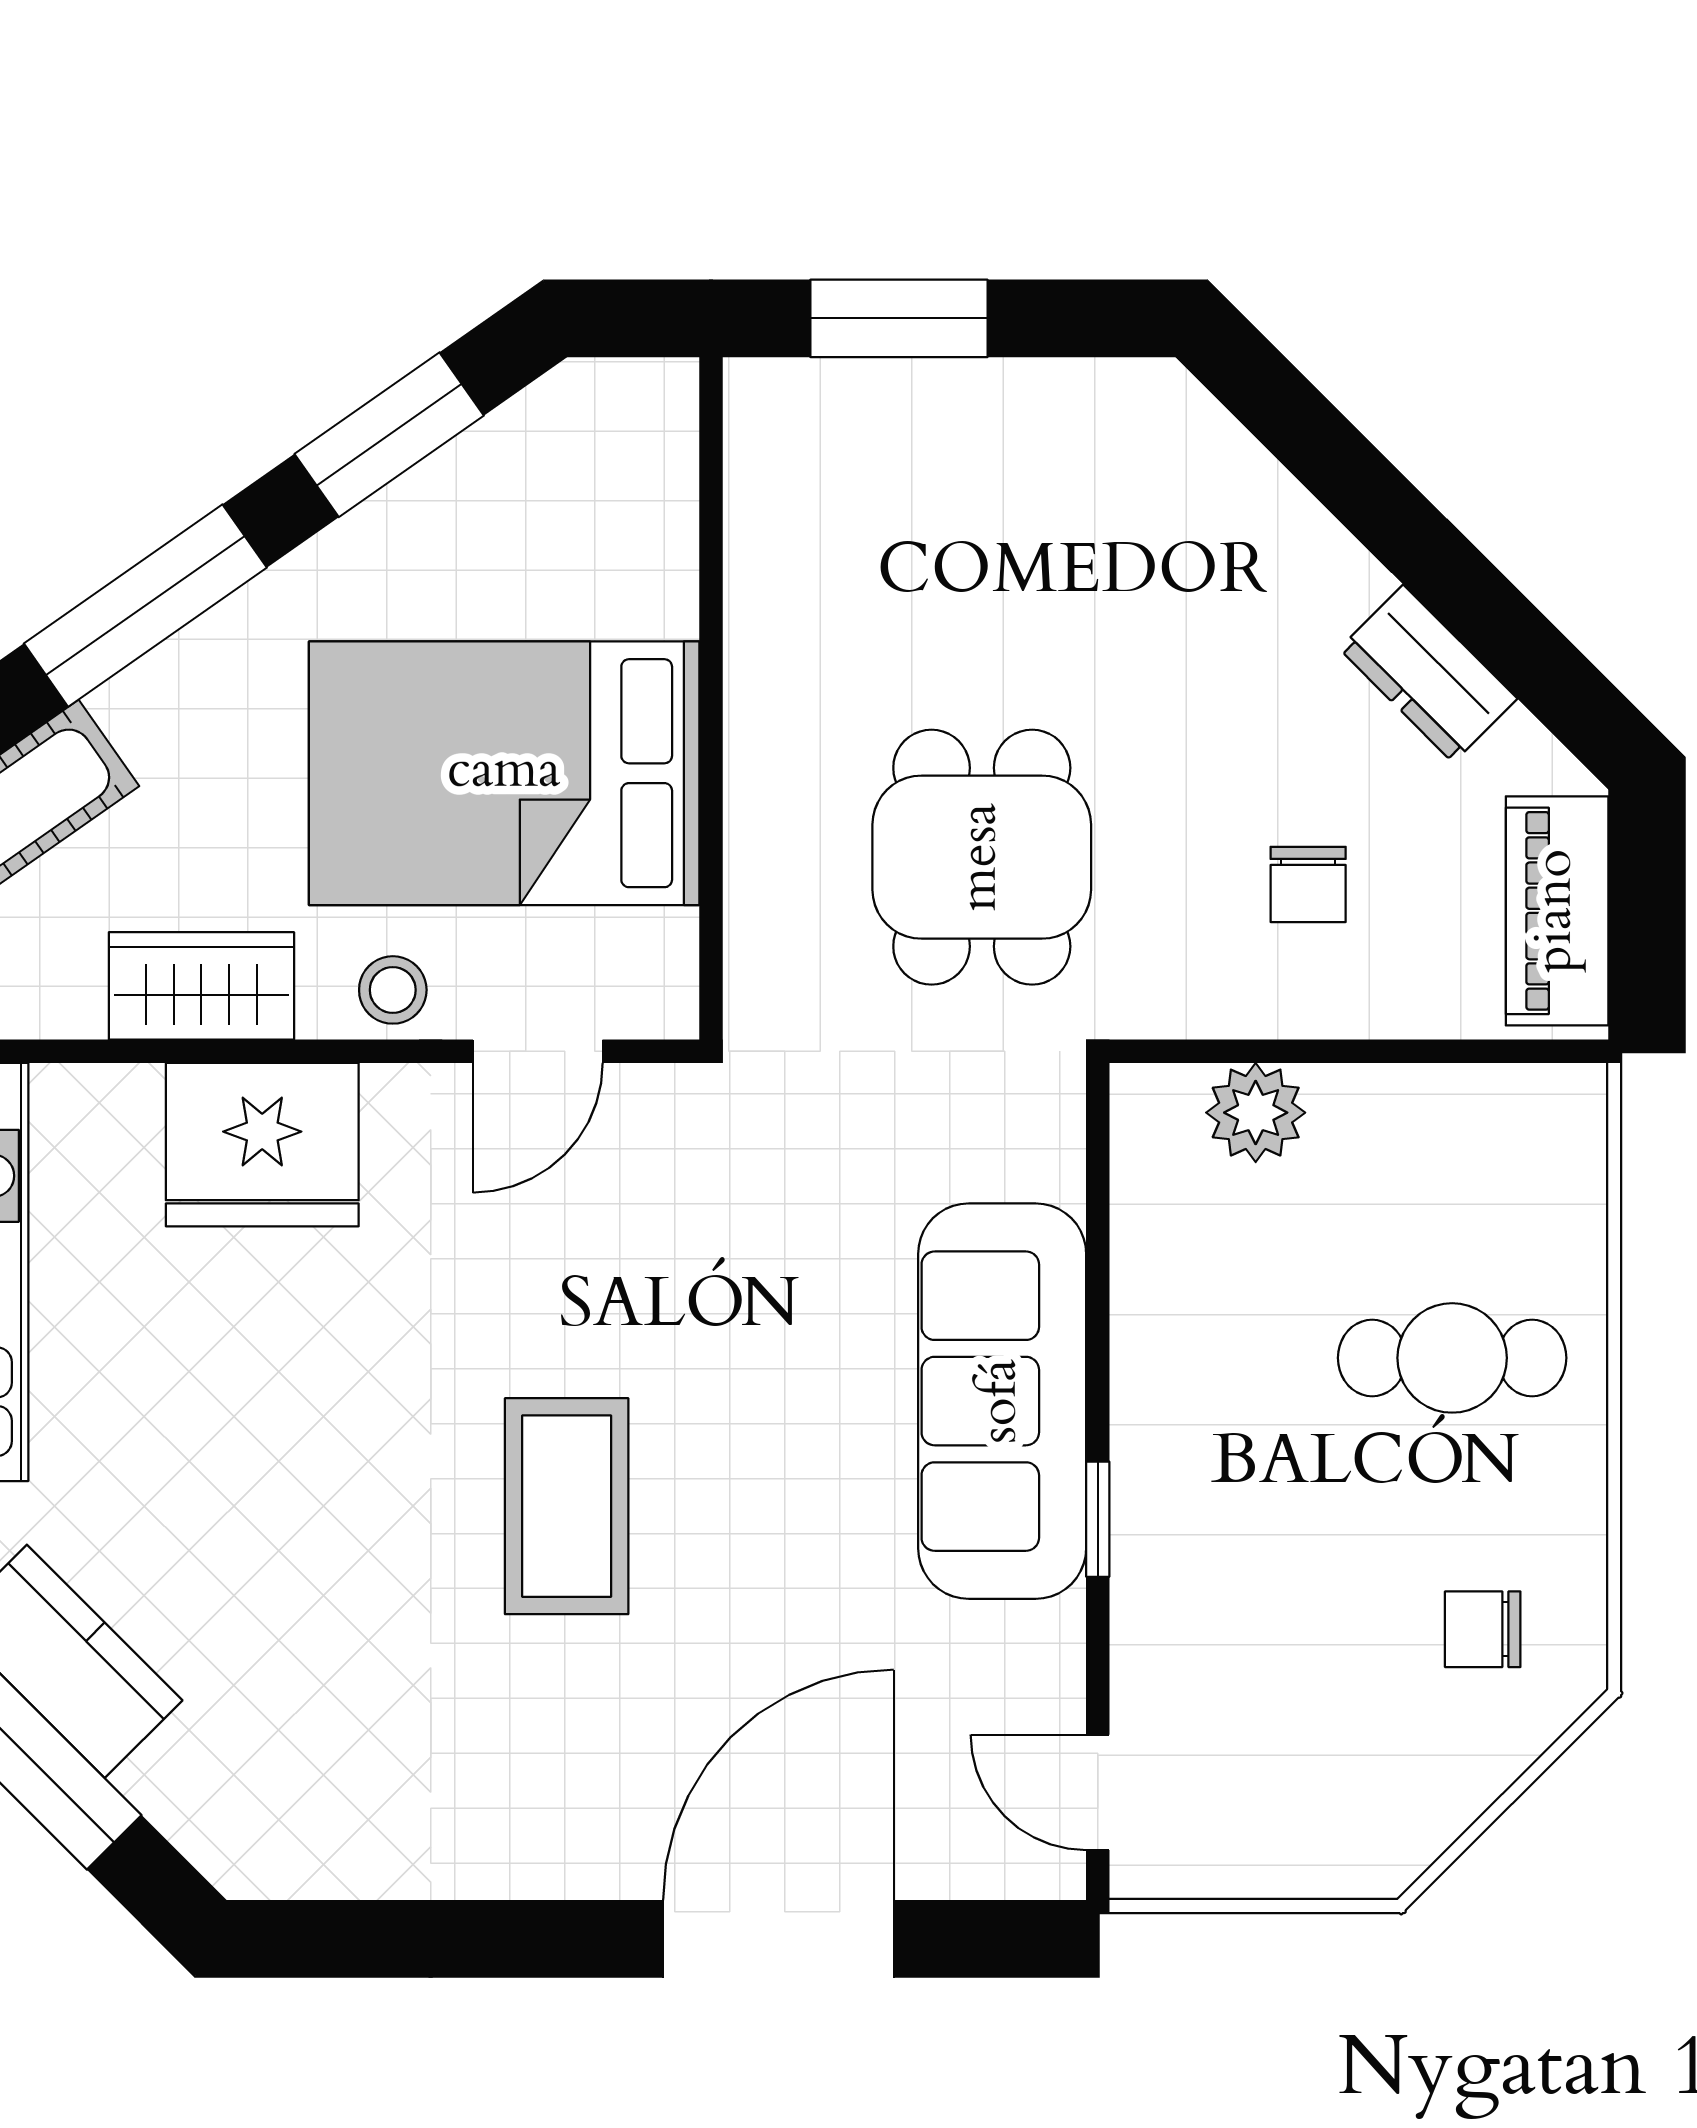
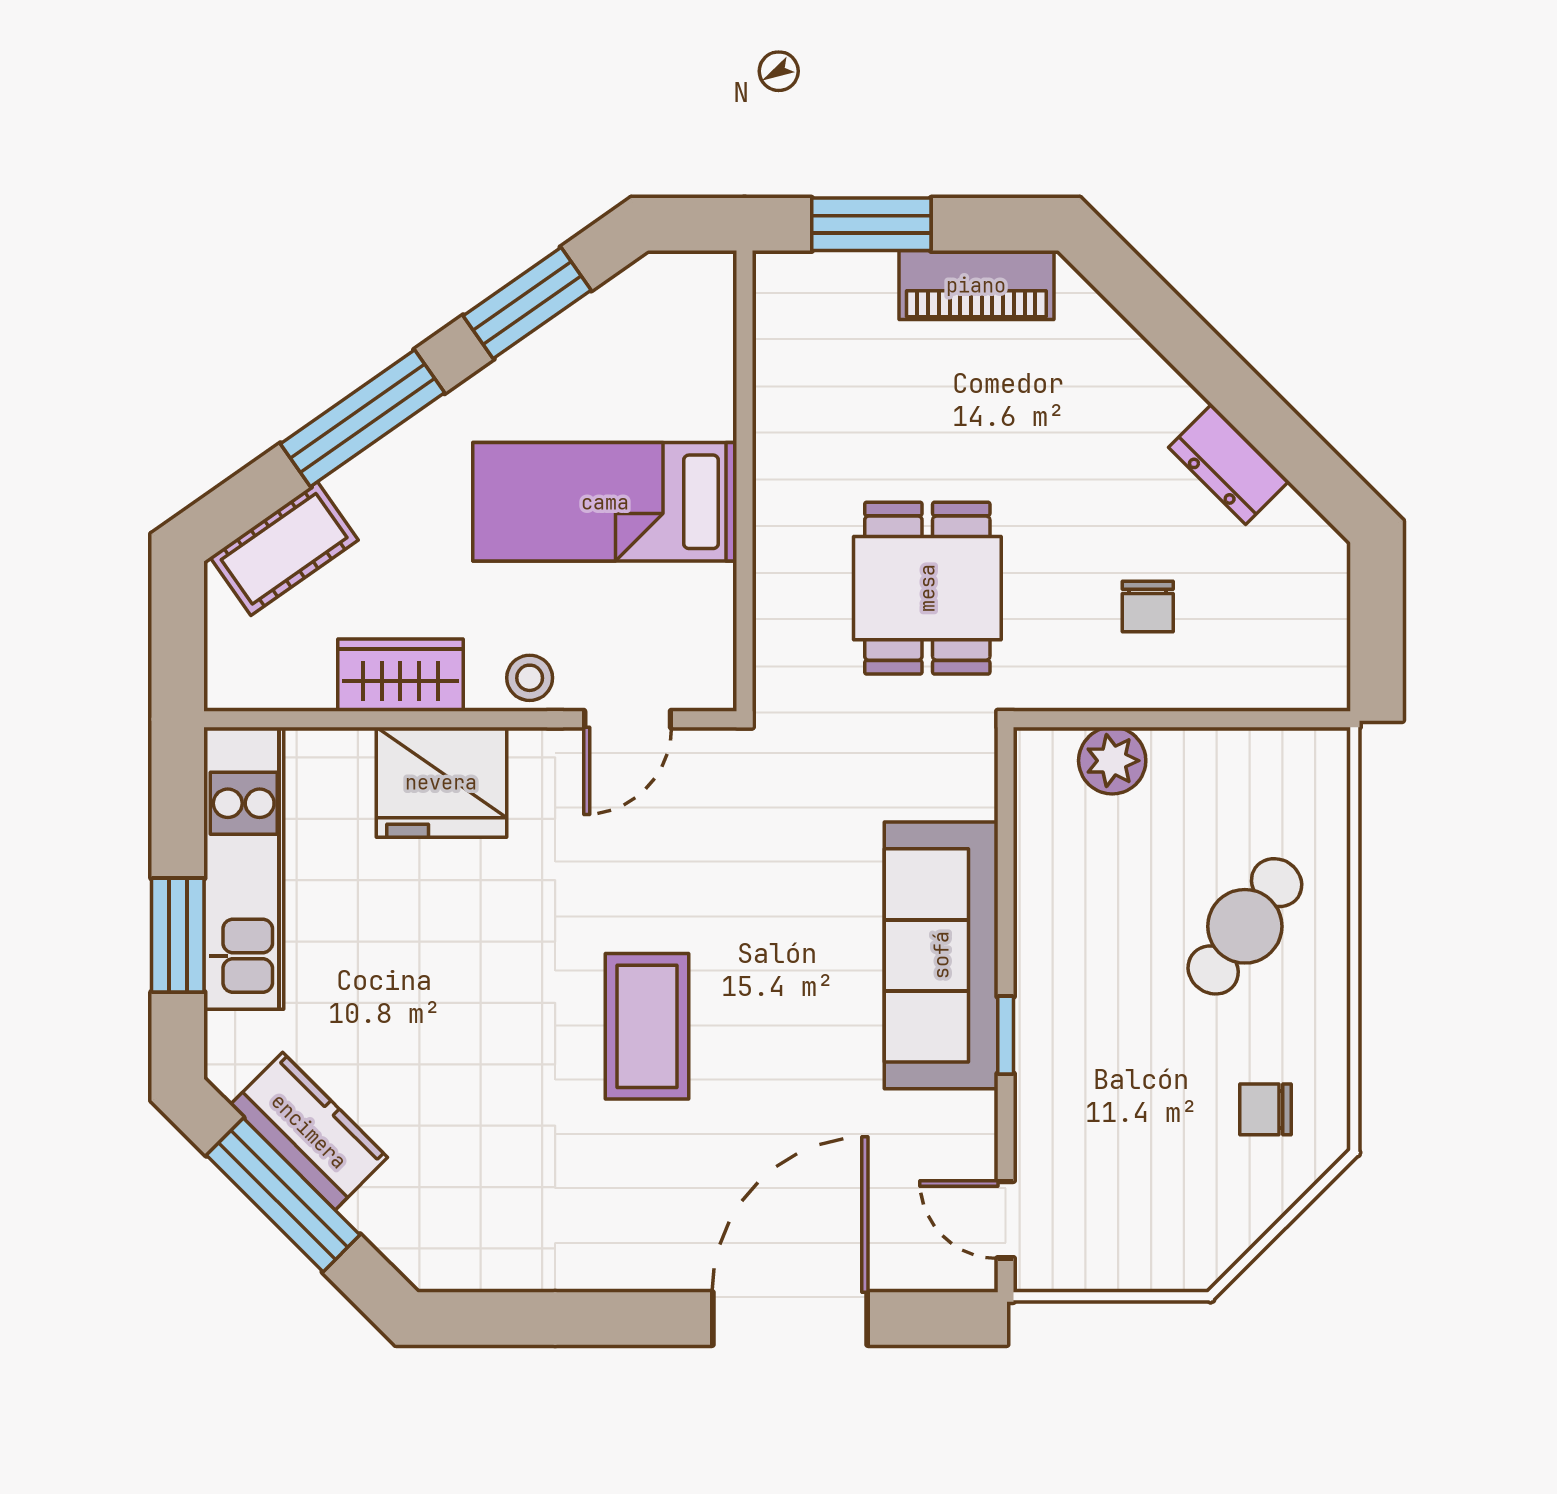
bed: (504, 773) -> (605, 502), width x0.67
piano: (1557, 911) -> (976, 285), moved, turned -90
cafe table: (1452, 1358) -> (1245, 926), turned -54

